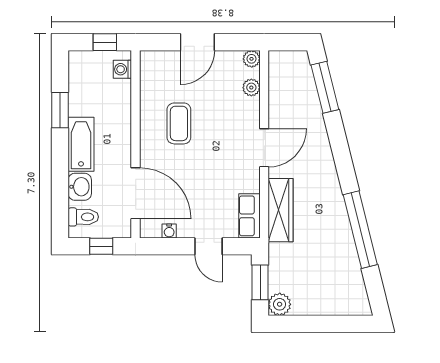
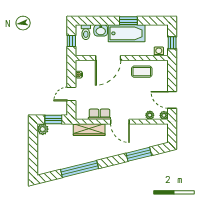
door: (197, 42) -> (172, 100), moved
window: (325, 87) -> (139, 154), moved
window: (60, 110) -> (128, 21), moved
coffee table: (179, 123) -> (142, 72), moved
bathtub: (81, 144) -> (127, 33), width x1.36, depth x1.36
door: (136, 193) -> (108, 58), moved
row of seats: (249, 216) -> (99, 114), moved

